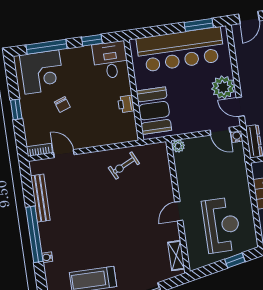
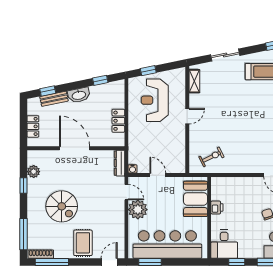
door: (220, 131) -> (158, 175), moved
plant: (178, 146) -> (180, 168), removed
exercise bike: (124, 166) -> (211, 157), moved

